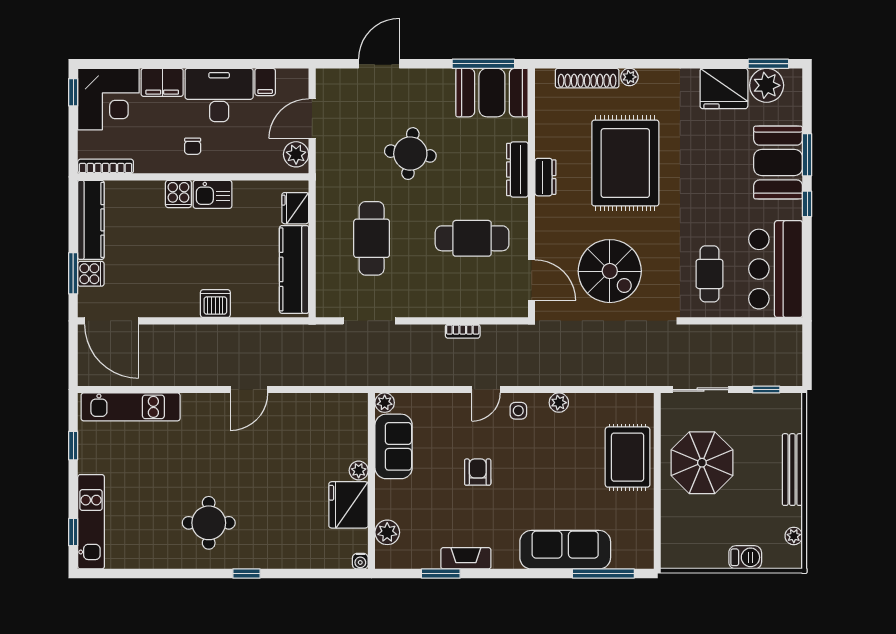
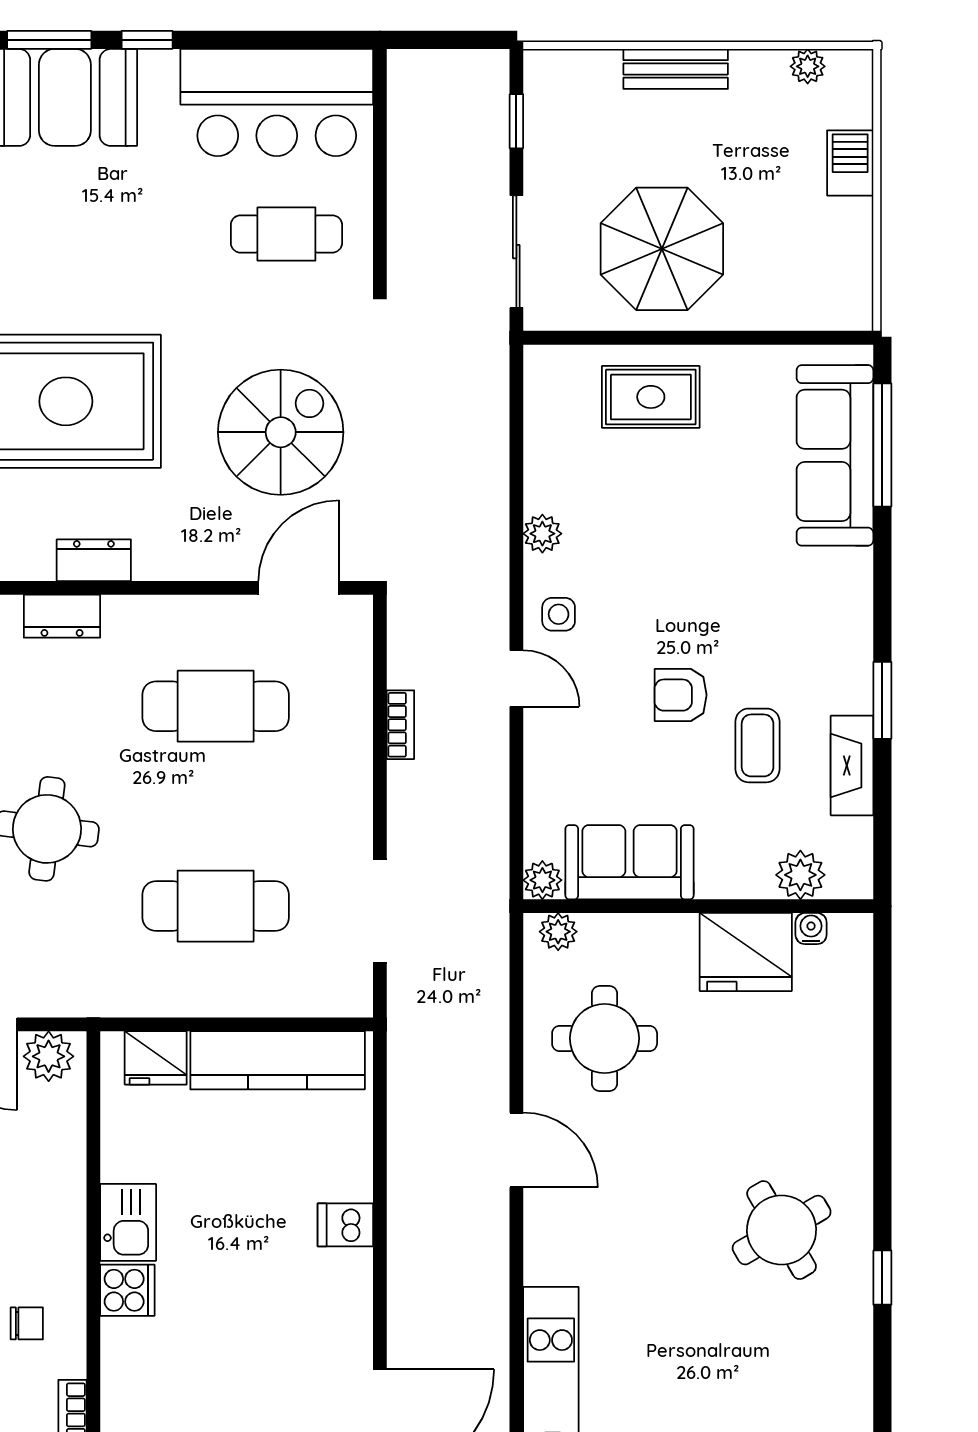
chair: (193, 146) -> (27, 1323), moved
dresser: (517, 170) -> (62, 616), width x0.70
cafe table: (472, 238) -> (216, 706), turned 90
dishwasher: (215, 304) -> (345, 1225), width x0.73
round table: (305, 434) -> (605, 1038), added
rug: (628, 457) -> (651, 397), width x0.73, depth x0.70
plant: (359, 470) -> (558, 932), moved
bench: (792, 470) -> (676, 69), width x0.73
coffee table: (452, 511) -> (758, 745), added
round table: (209, 523) -> (782, 1230), turned -30
sofa: (565, 550) -> (835, 455), moved
fireplace: (466, 558) -> (852, 766), moved
water cooler: (360, 561) -> (811, 929), moved, turned -90
window: (246, 574) -> (882, 1278), moved
window: (441, 574) -> (882, 700), moved

